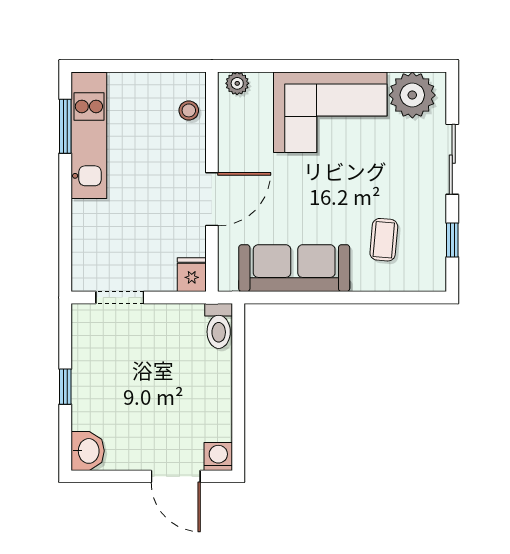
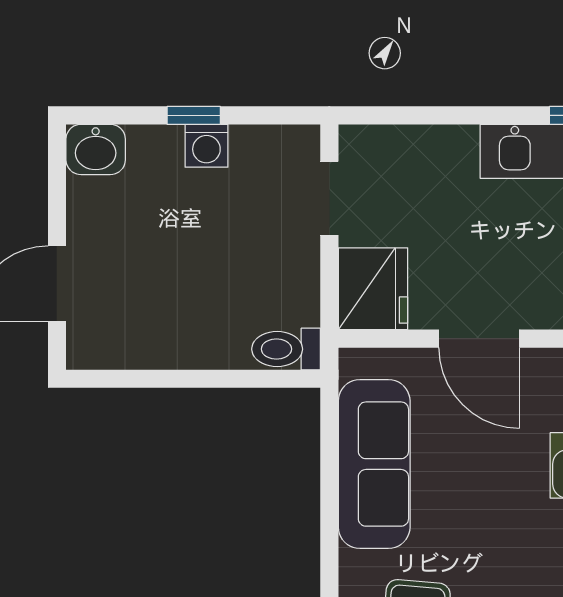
fridge: (192, 275) -> (373, 289), width x1.88, depth x1.34
washing machine: (218, 456) -> (206, 146), moved, turned 90

